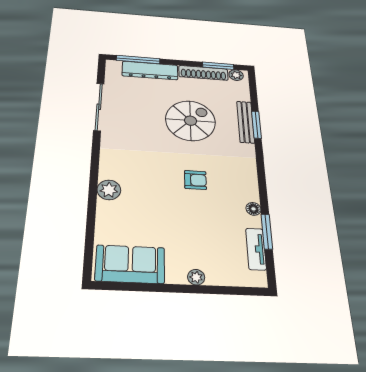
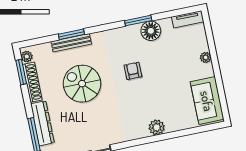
floor lamp: (253, 209) -> (151, 31), width x1.89, depth x1.89
window: (267, 232) -> (138, 21), moved
tv unit: (256, 249) -> (188, 19), moved

